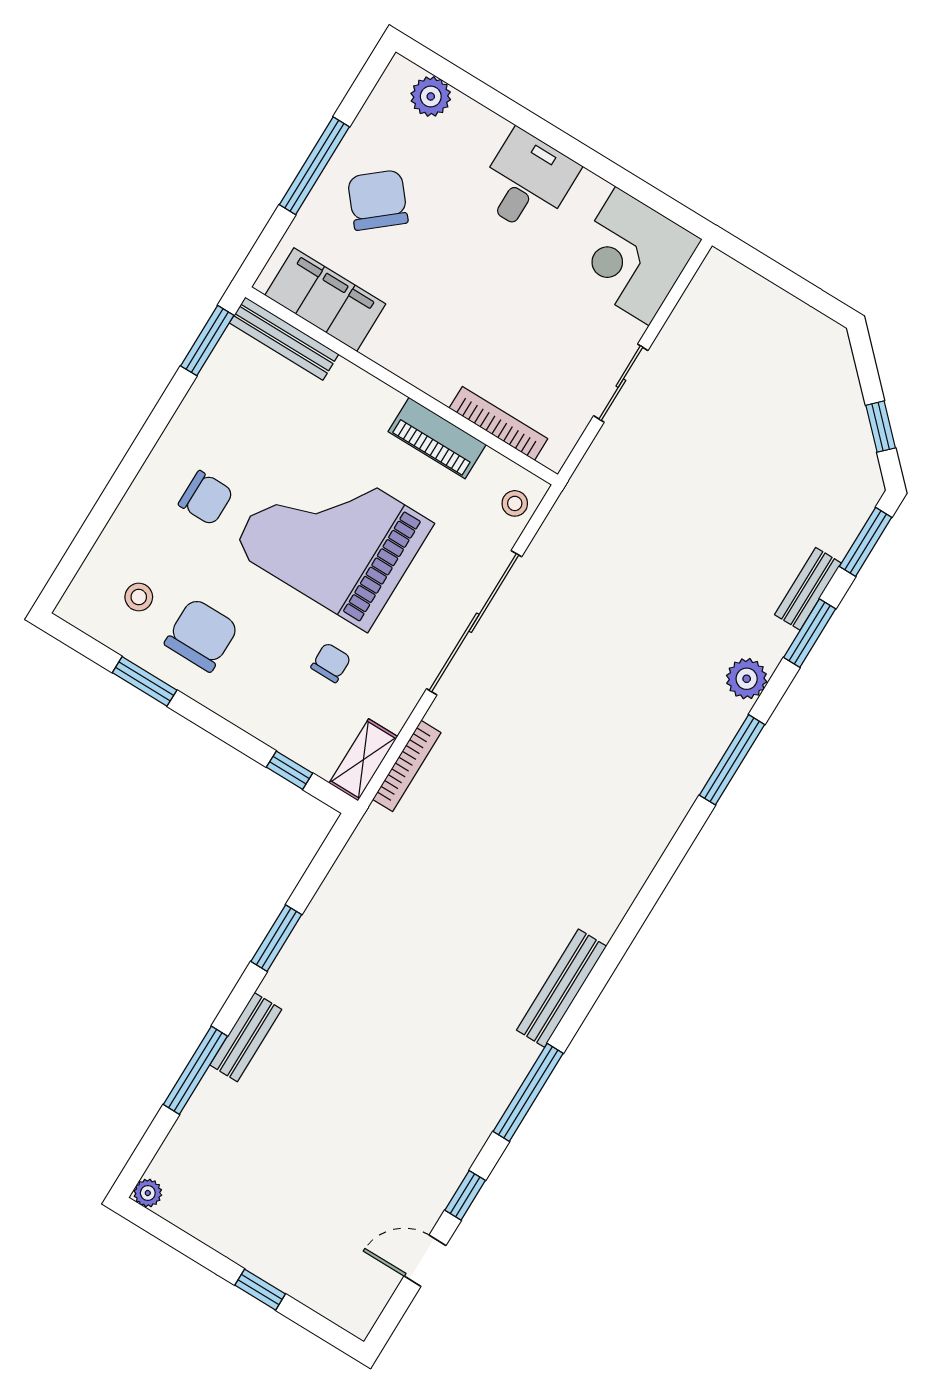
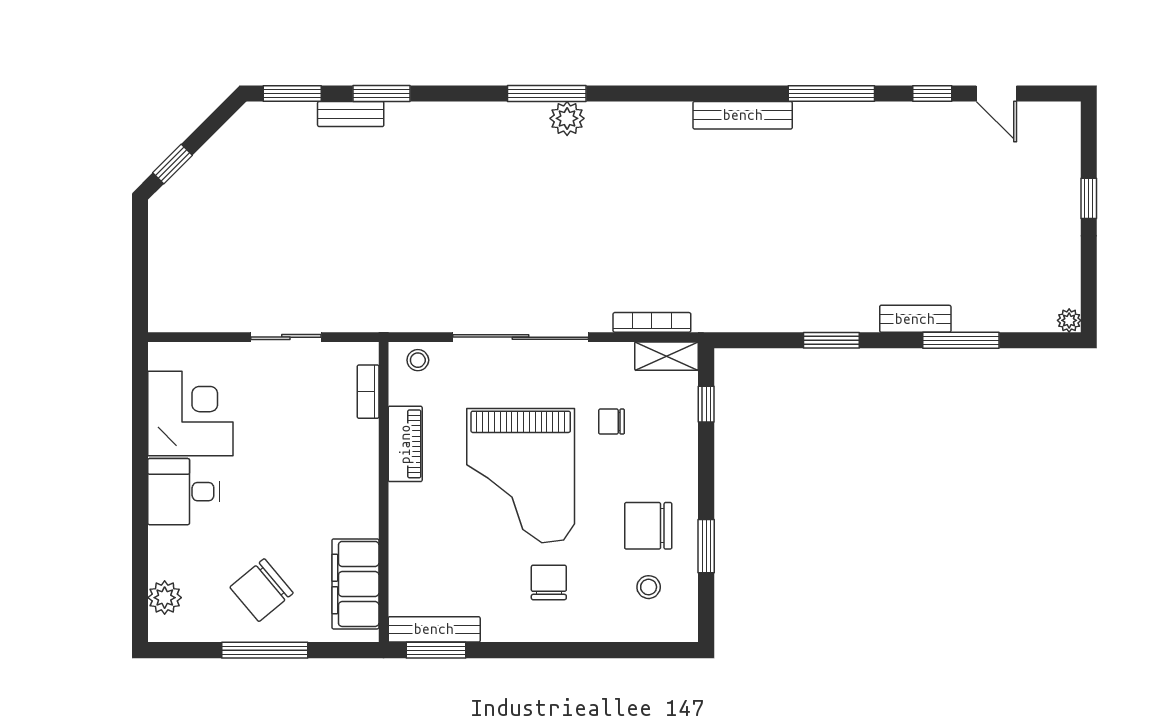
corner desk: (632, 256) -> (190, 414), moved, turned -90
bench: (284, 339) -> (434, 629), moved, turned 90
bookcase: (498, 423) -> (368, 392), width x0.64
window: (881, 427) -> (172, 164), moved
plant: (747, 679) -> (567, 118), moved
window: (732, 760) -> (547, 94), moved

